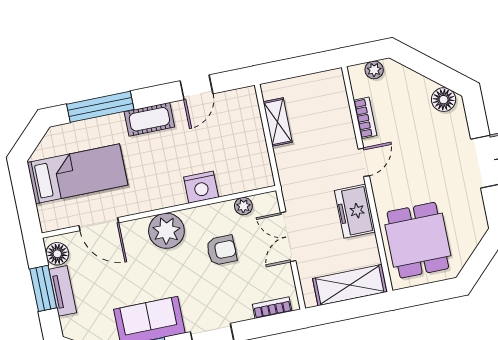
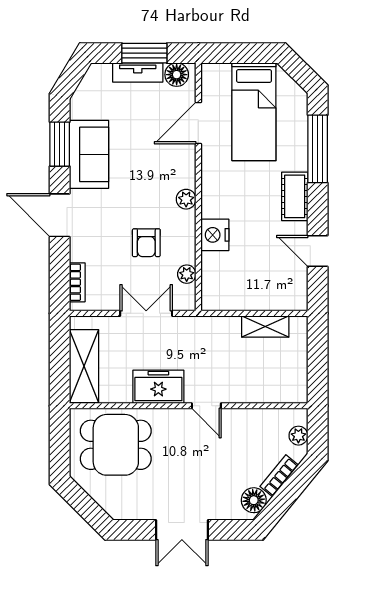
bookcase: (365, 118) -> (279, 476), moved, turned 129
plant: (166, 231) -> (186, 199), width x0.53, depth x0.53

